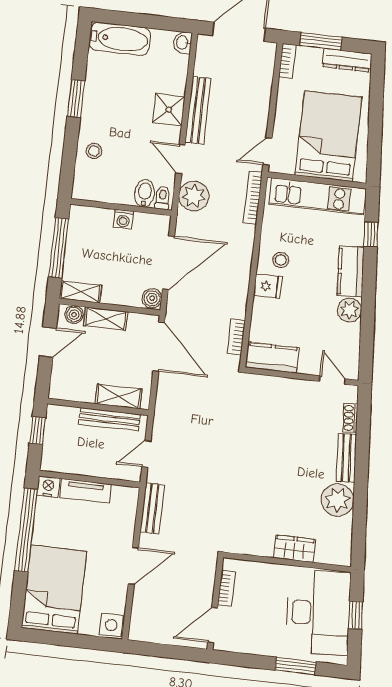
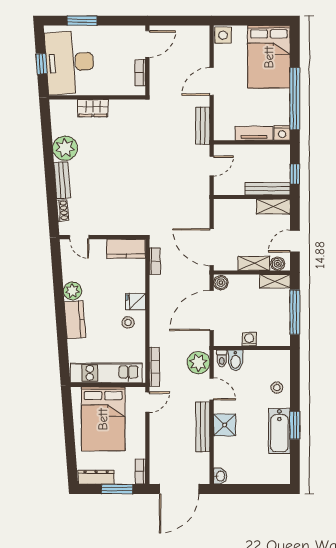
bathtub: (120, 39) -> (279, 431), moved, turned -90
window: (371, 234) -> (63, 349), removed
shelving: (118, 396) -> (273, 206), moved
bench: (110, 419) -> (268, 189), moved

